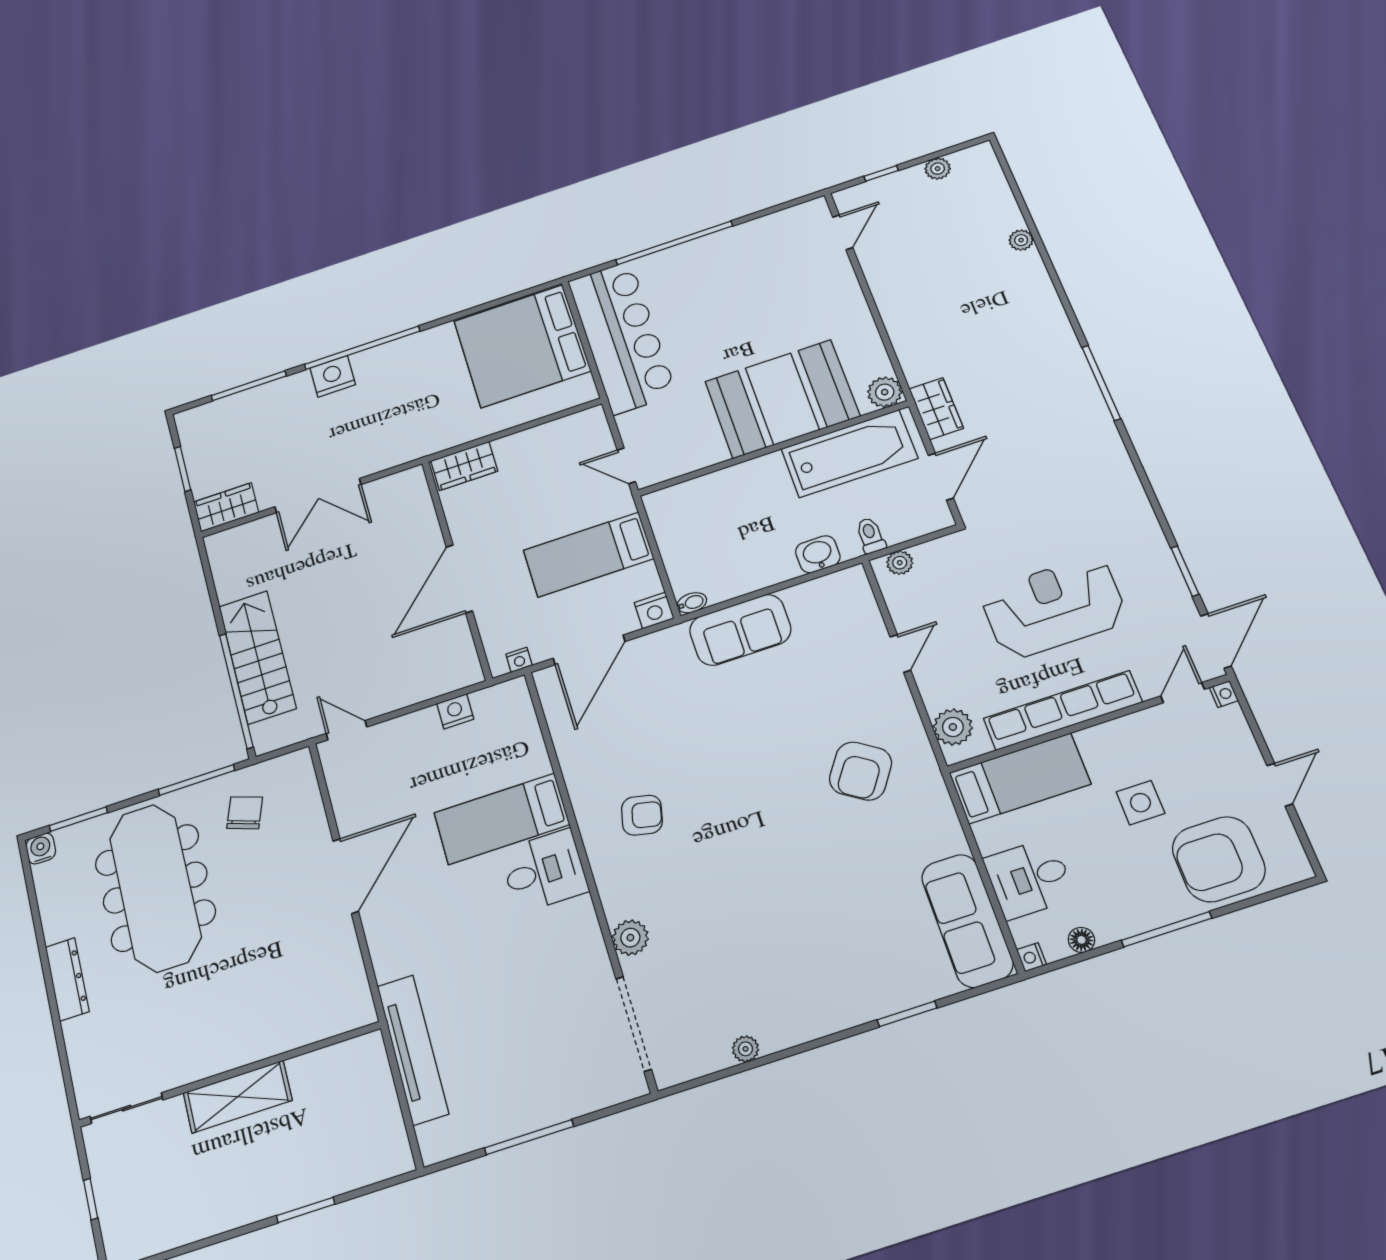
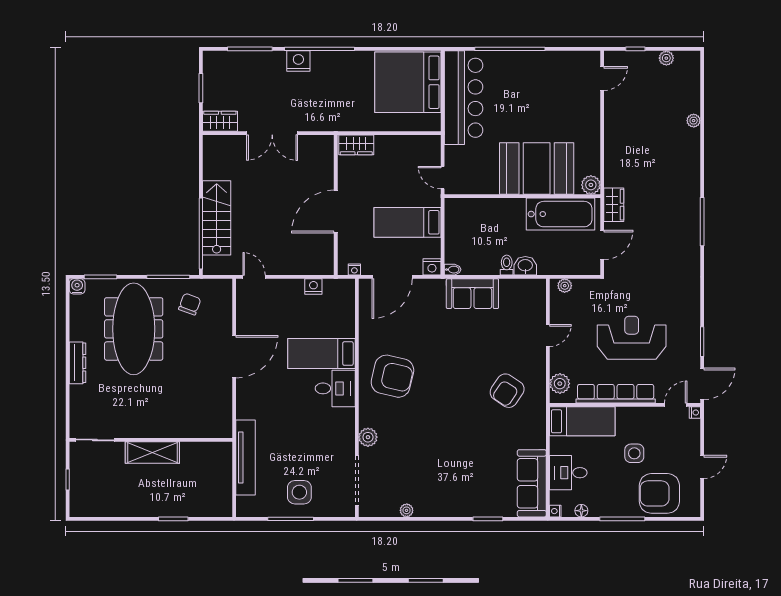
toilet: (871, 535) -> (507, 265), moved
armchair: (642, 815) -> (392, 376), width x1.88, depth x1.88
side table: (532, 1081) -> (299, 492), added

